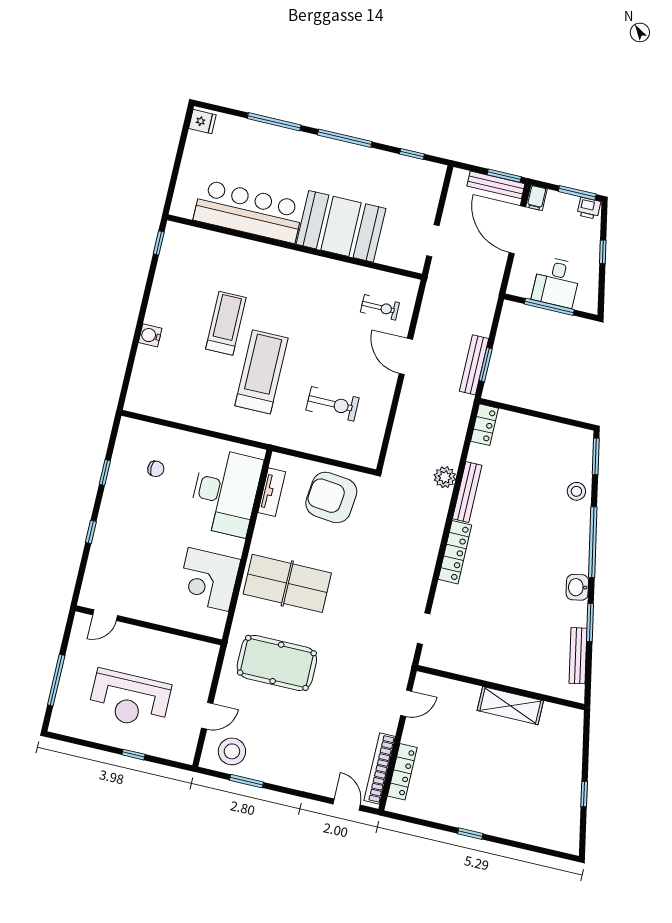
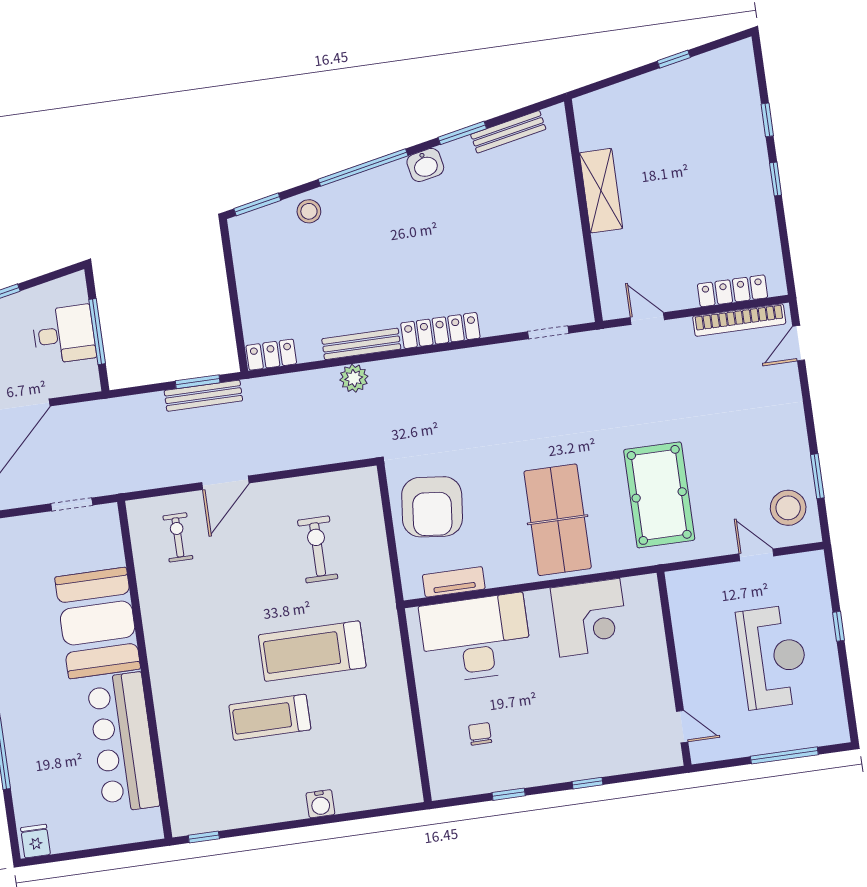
window: (515, 844) -> (767, 120), added

